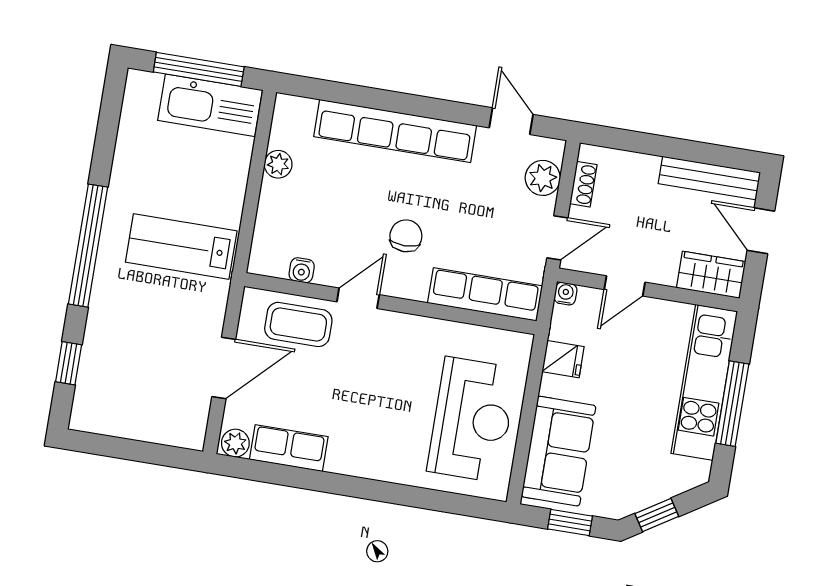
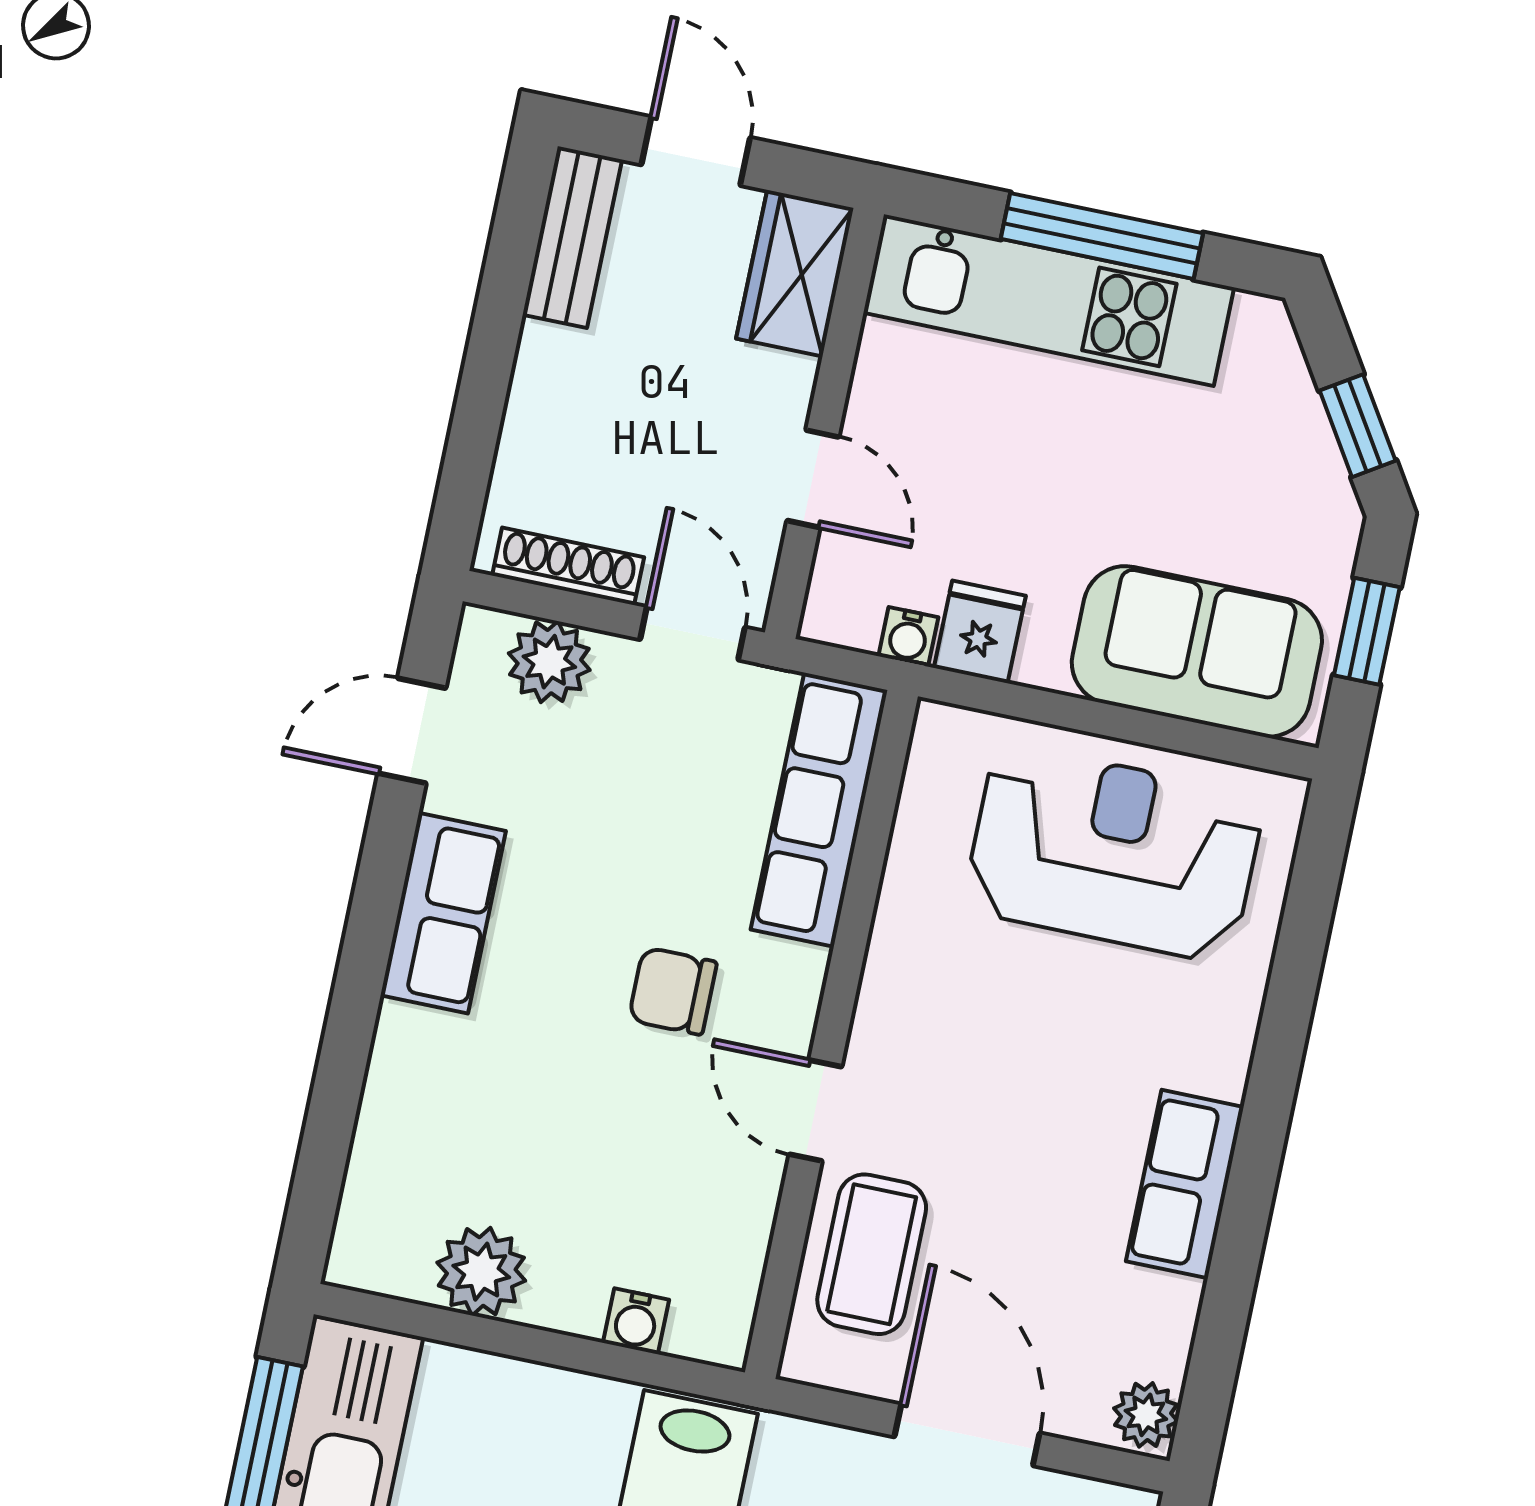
row of seats: (395, 131) -> (443, 913), width x0.50
plant: (278, 164) -> (481, 1272), width x1.38, depth x1.38
bench: (709, 178) -> (572, 237), width x0.73
shoe rack: (583, 184) -> (568, 566), width x1.43
door: (761, 231) -> (696, 151), swing flipped
water cooler: (302, 270) -> (636, 1321), moved, turned 90
water cooler: (566, 294) -> (908, 637), moved, turned -90
row of seats: (289, 448) -> (1185, 1184), moved

